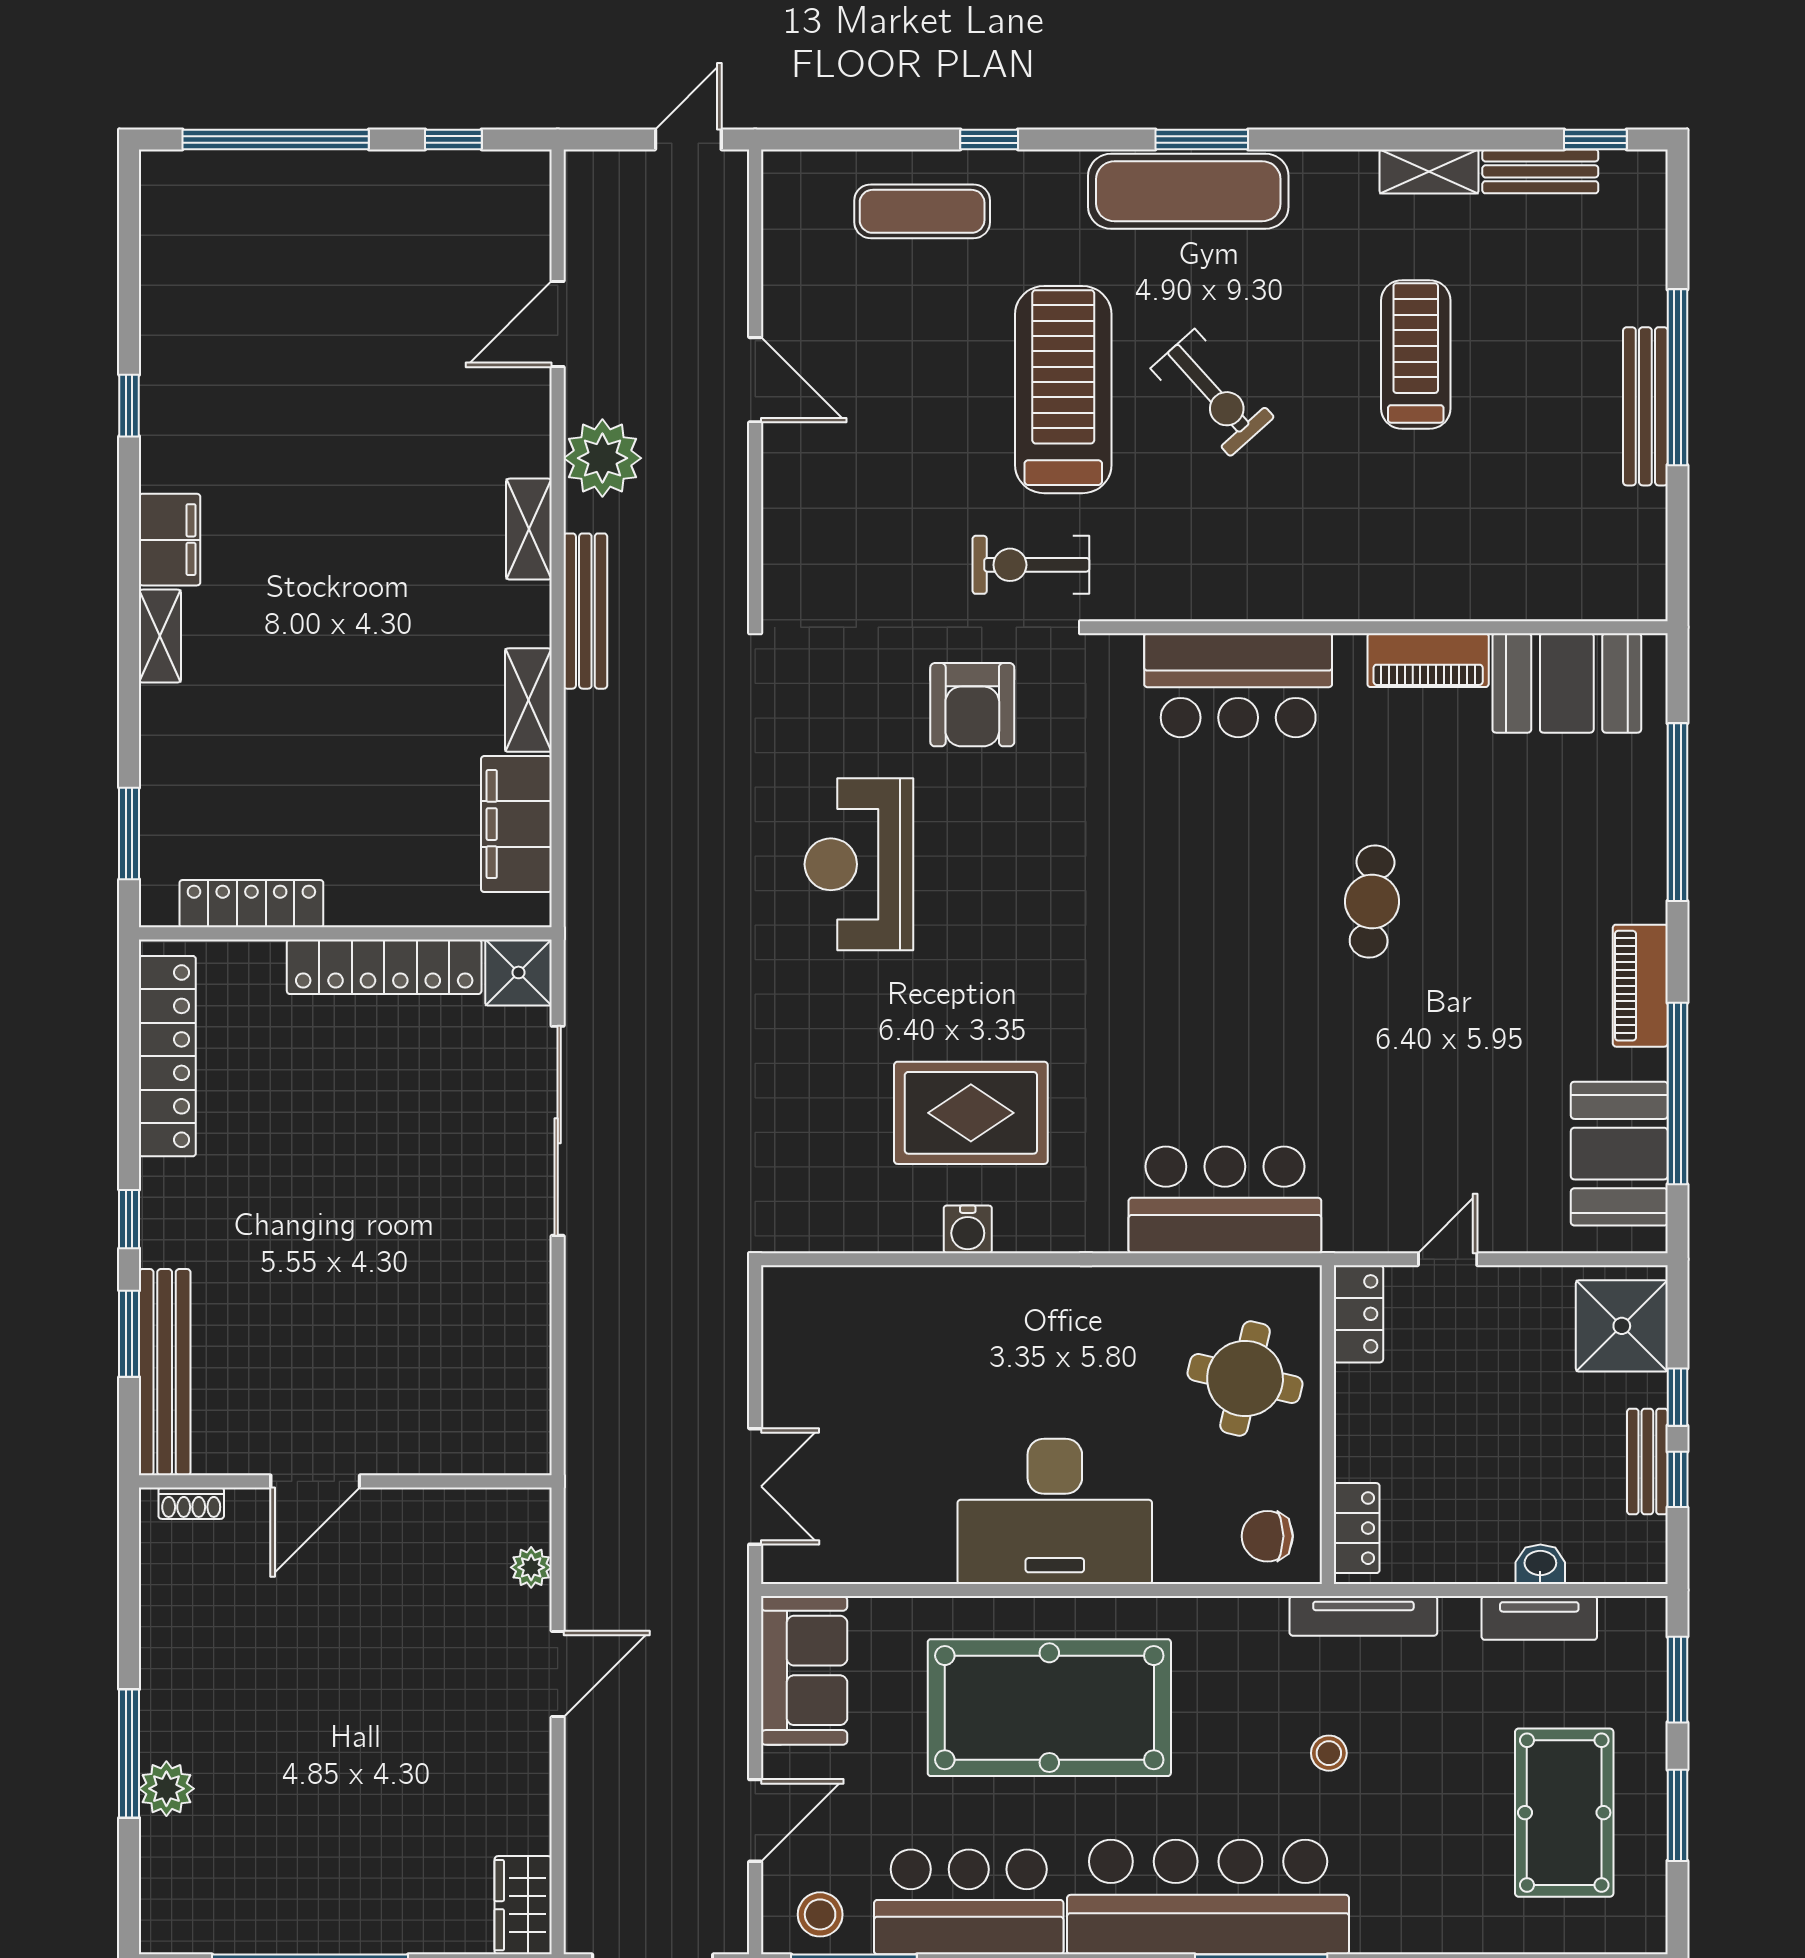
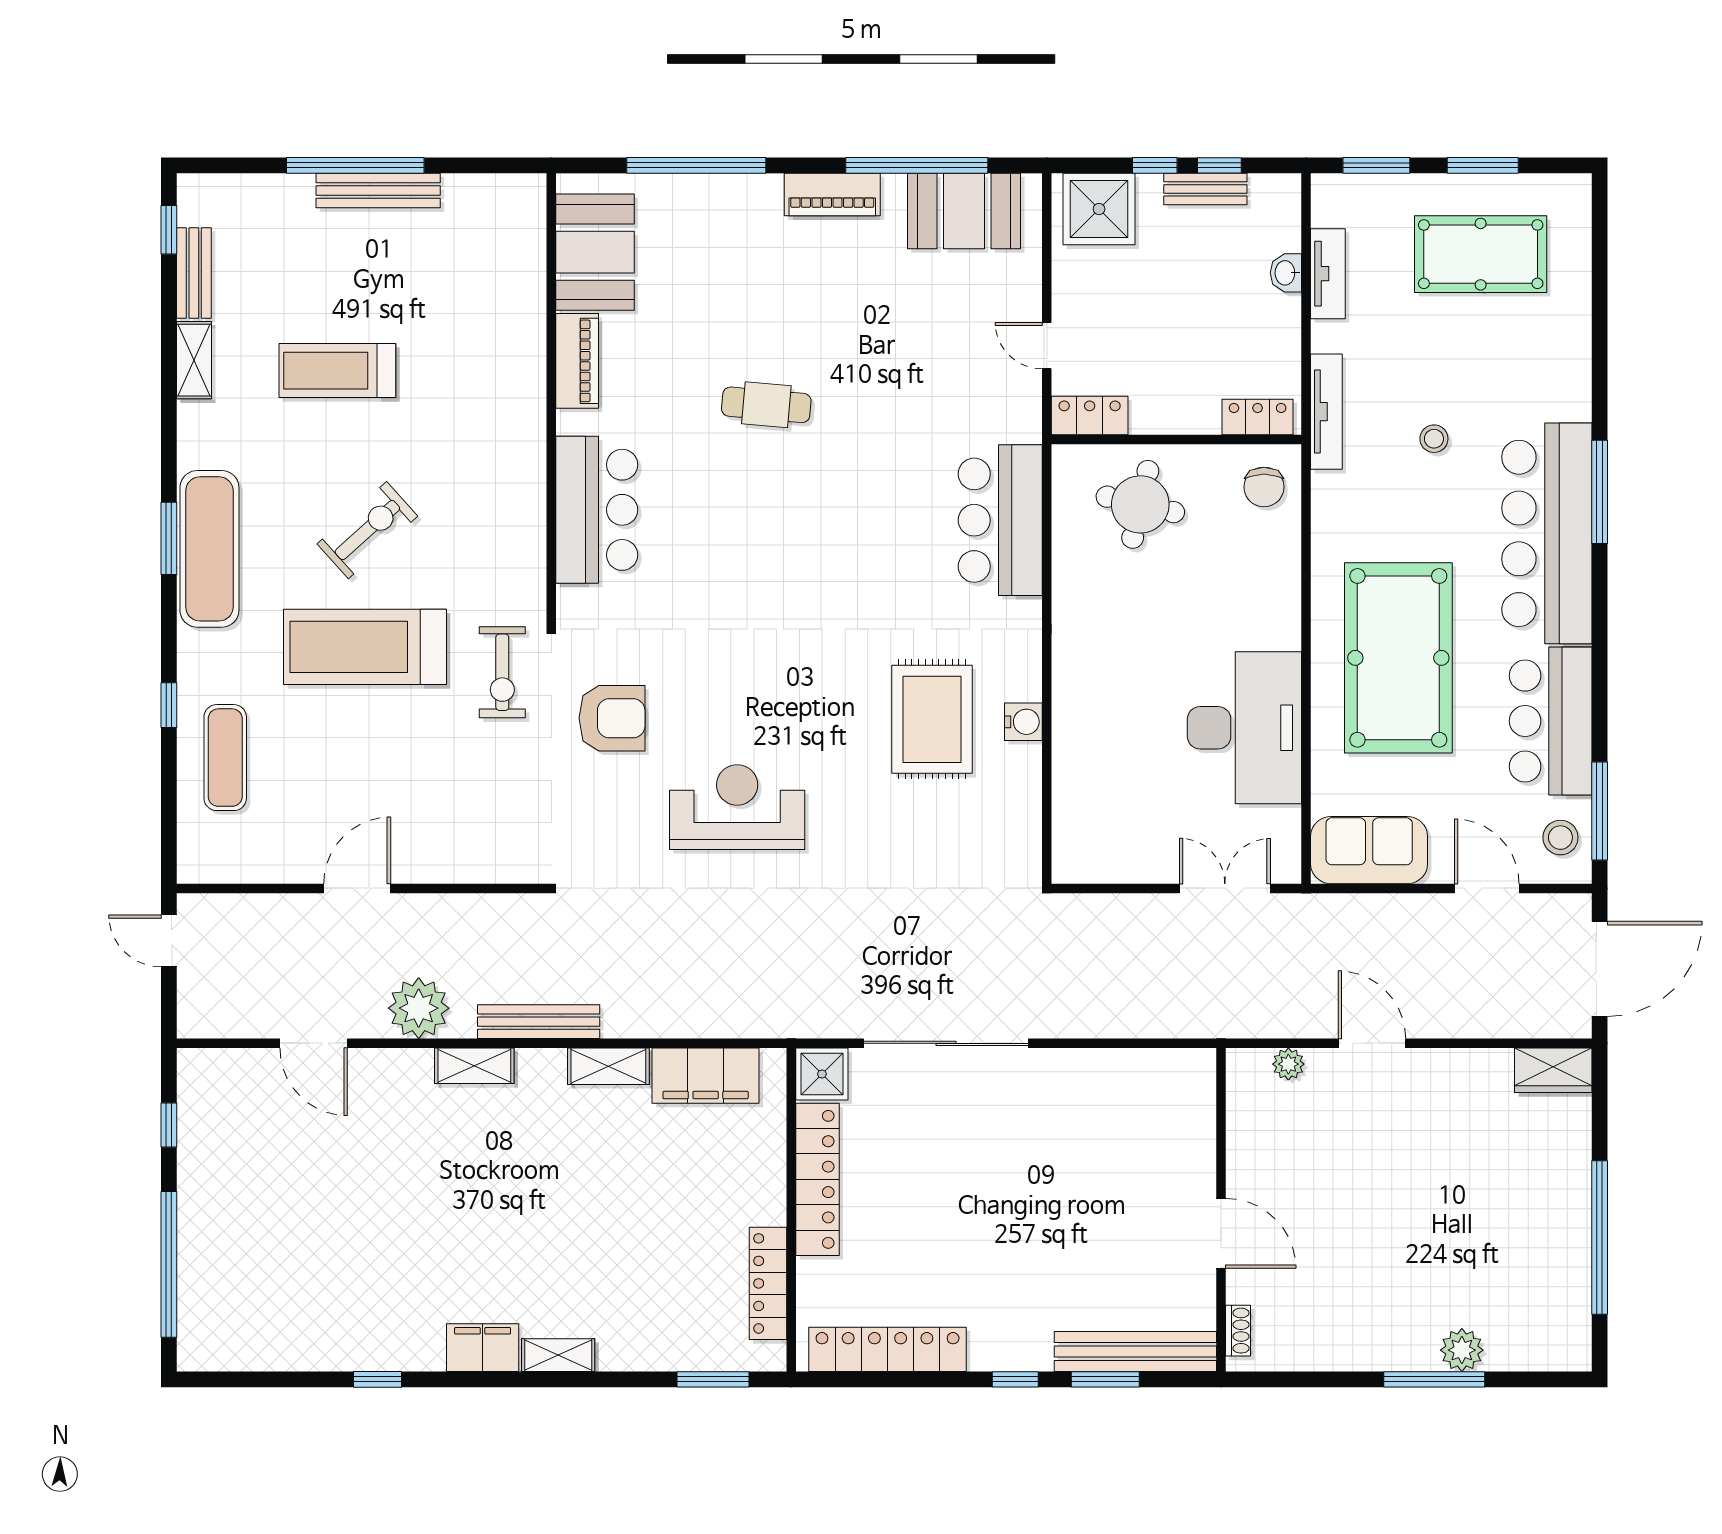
reception desk: (859, 864) -> (737, 807), turned 180
desk: (1055, 1511) -> (1244, 728), moved

